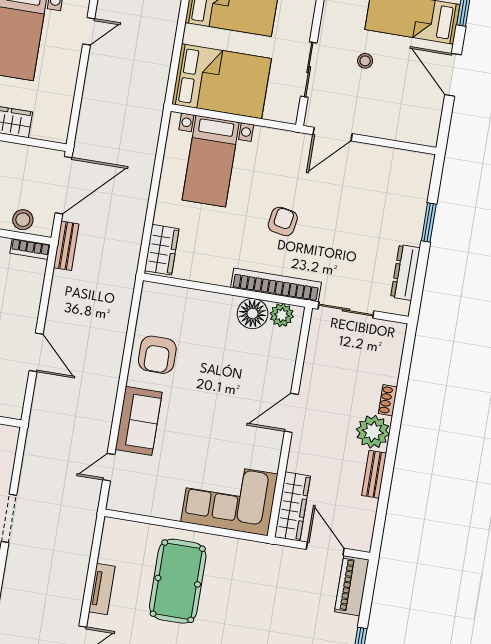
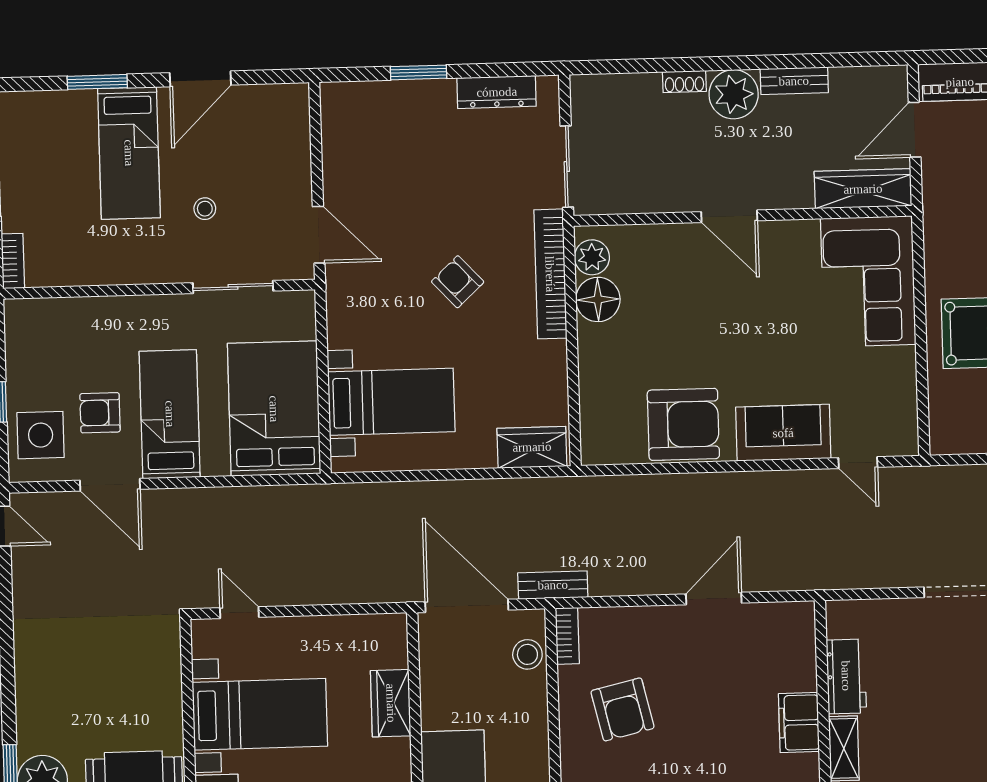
armchair: (283, 221) -> (458, 282), turned 37
armchair: (157, 355) -> (683, 424), width x1.36, depth x1.36

